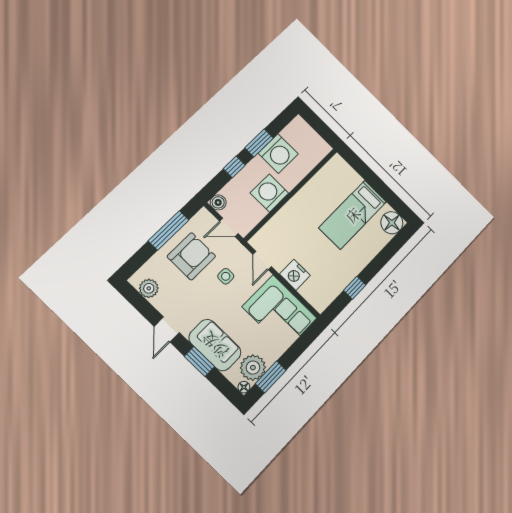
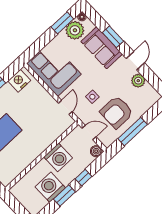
nightstand: (295, 275) -> (19, 81), moved, turned -90
plant: (149, 288) -> (138, 81), moved

